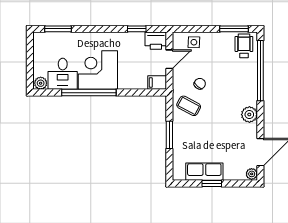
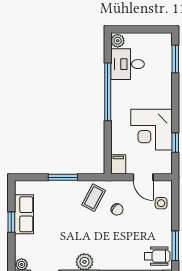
printer: (156, 41) -> (163, 163), removed
corner desk: (98, 70) -> (151, 130), moved, turned 180

